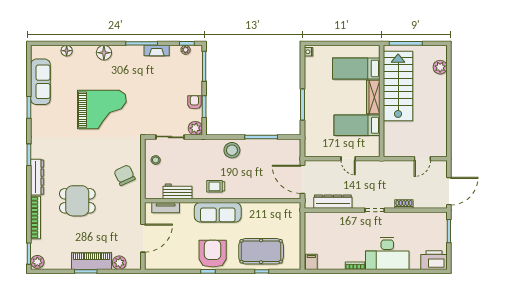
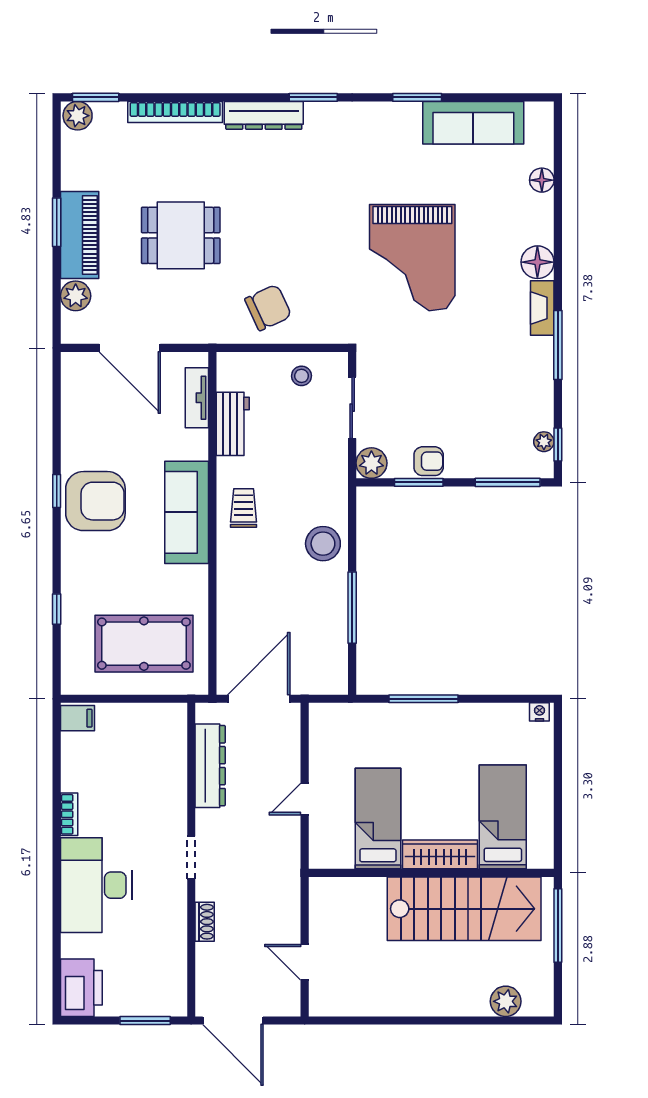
fireplace: (157, 50) -> (542, 308), moved
dining table: (77, 201) -> (181, 235), moved, turned 90
pool table: (261, 251) -> (144, 644), moved, turned 90

